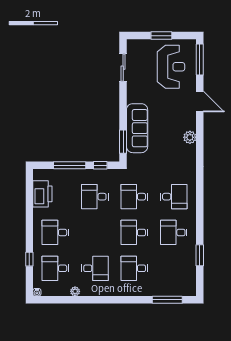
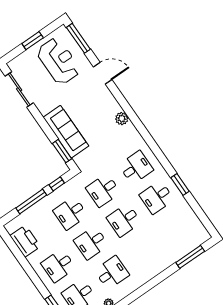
sliding door: (123, 68) -> (19, 89), width x1.37
plant: (190, 137) -> (122, 119), moved
window: (200, 255) -> (180, 185), moved
desk: (134, 268) -> (91, 243), moved

